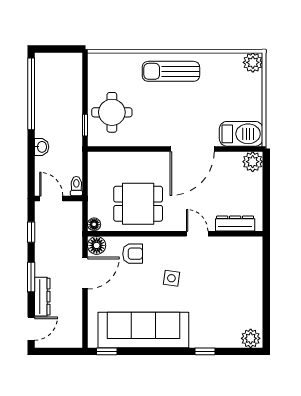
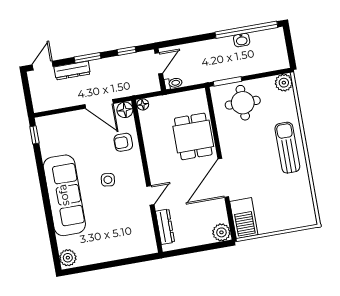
plant: (253, 62) -> (284, 83), moved
window: (85, 125) -> (227, 81), width x1.50
washbasin: (42, 147) -> (242, 40), moved
door: (192, 149) -> (223, 178), hinge flipped
dining table: (138, 204) -> (193, 136), moved
armchair: (133, 254) -> (123, 142), turned 90
door: (31, 329) -> (43, 66), swing flipped
sofa: (143, 330) -> (64, 195), moved
window: (205, 351) -> (49, 220), removed

